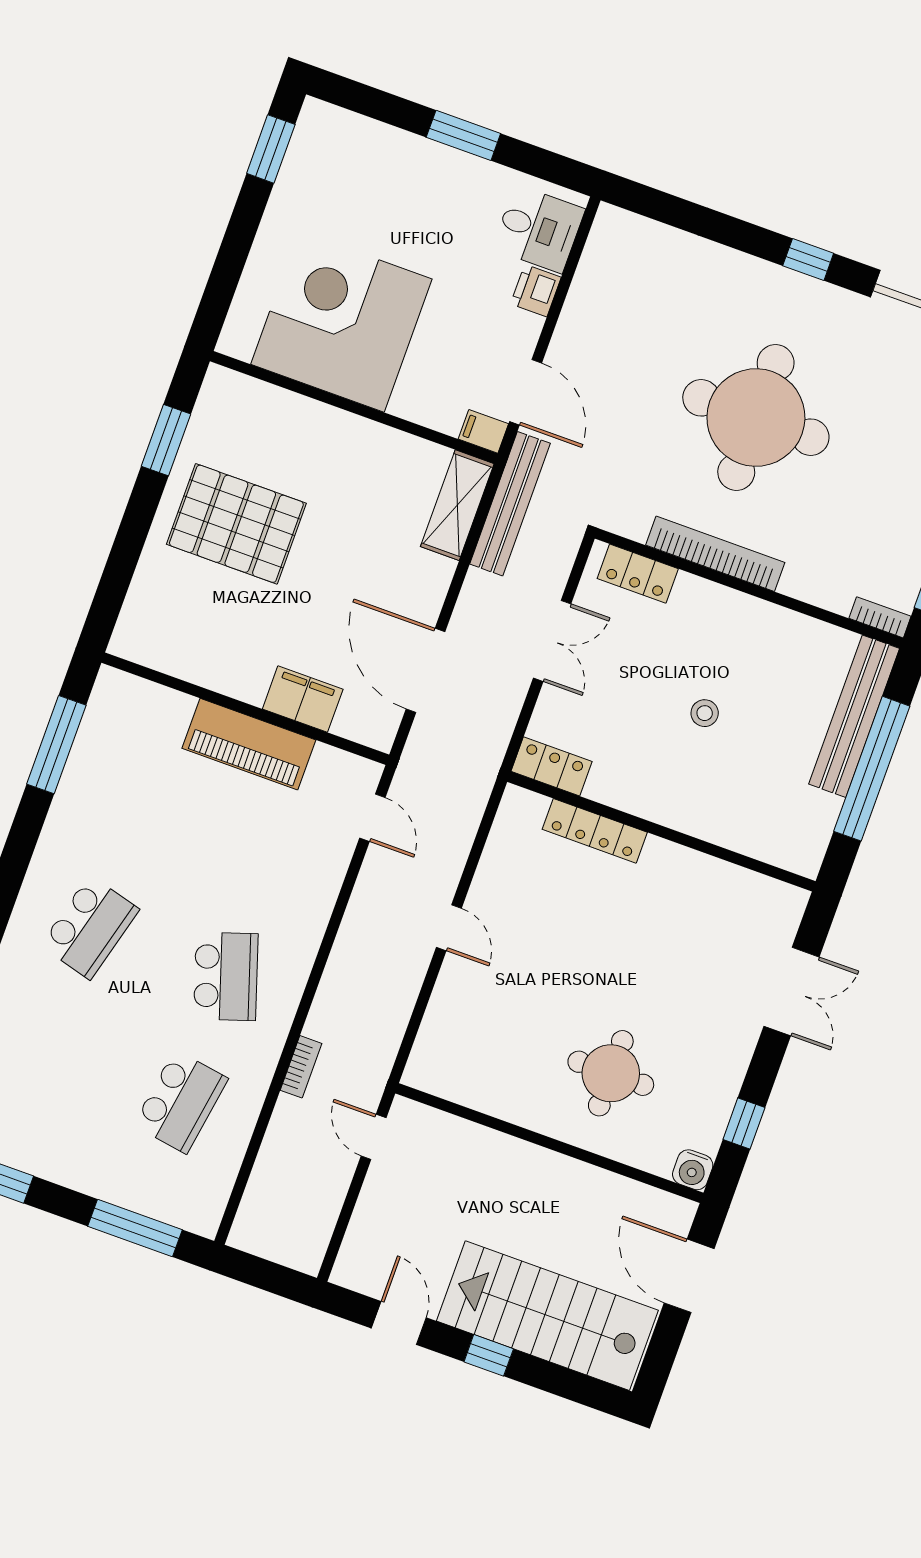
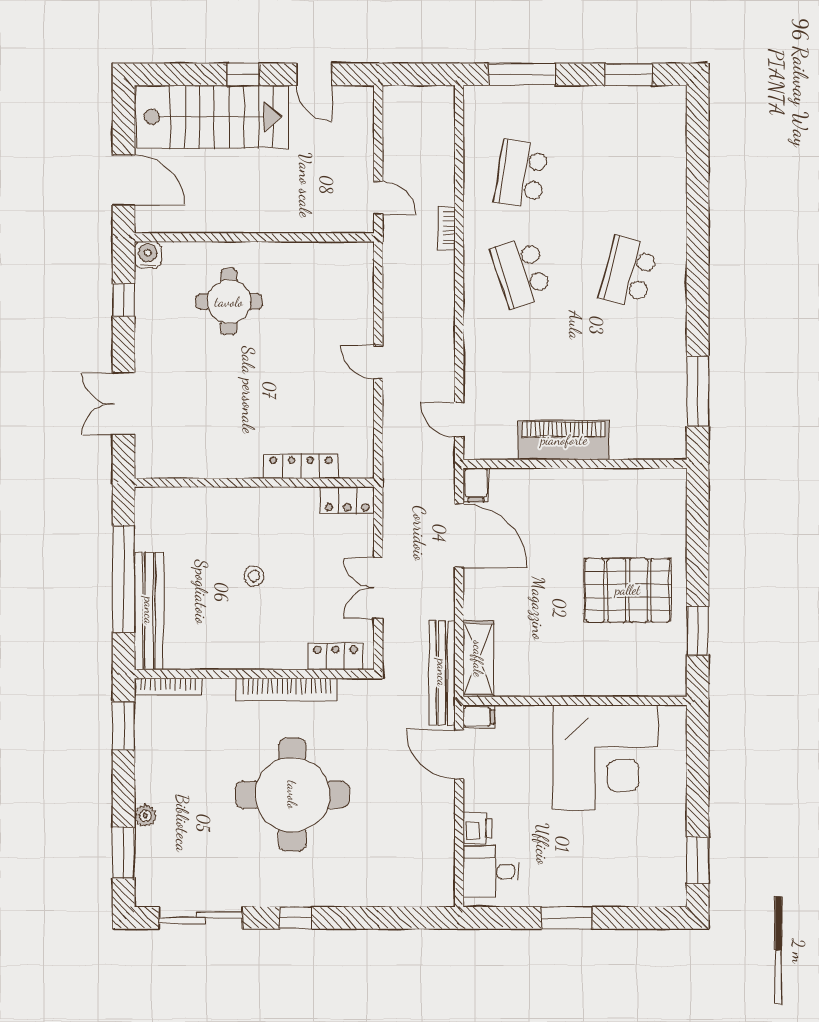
bookcase: (880, 617) -> (168, 687), width x1.56
filing cabinet: (303, 699) -> (476, 485), moved, width x0.50

